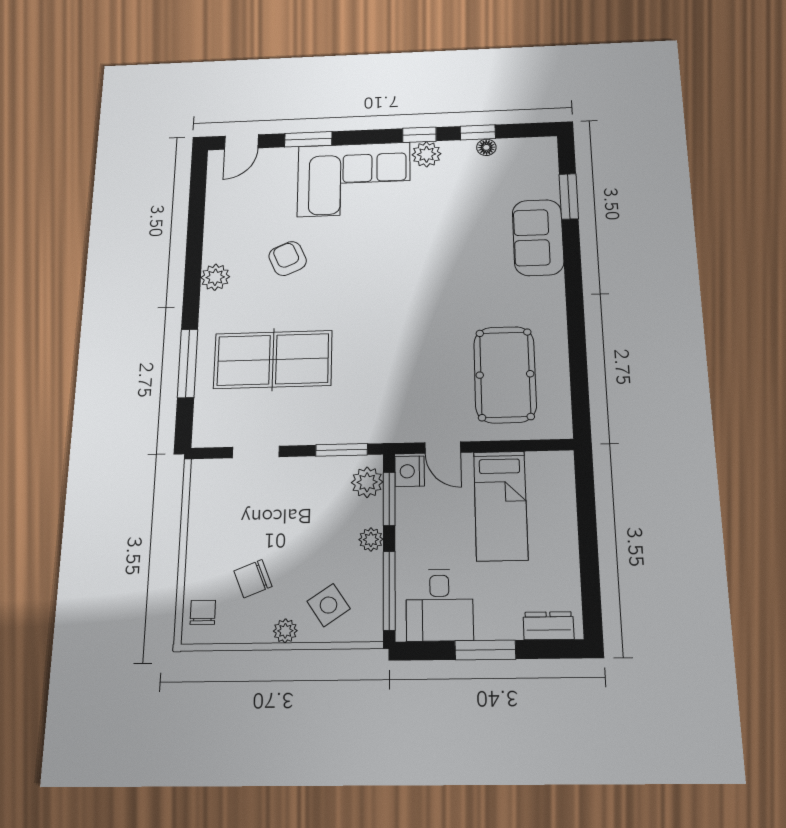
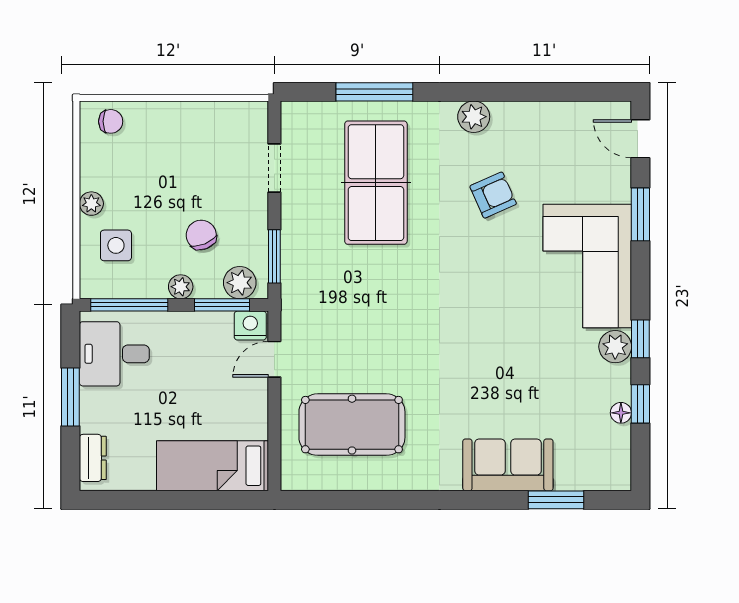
bed: (501, 506) -> (213, 466), moved
chair: (253, 579) -> (201, 235), moved
side table: (328, 605) -> (116, 245), turned 34

